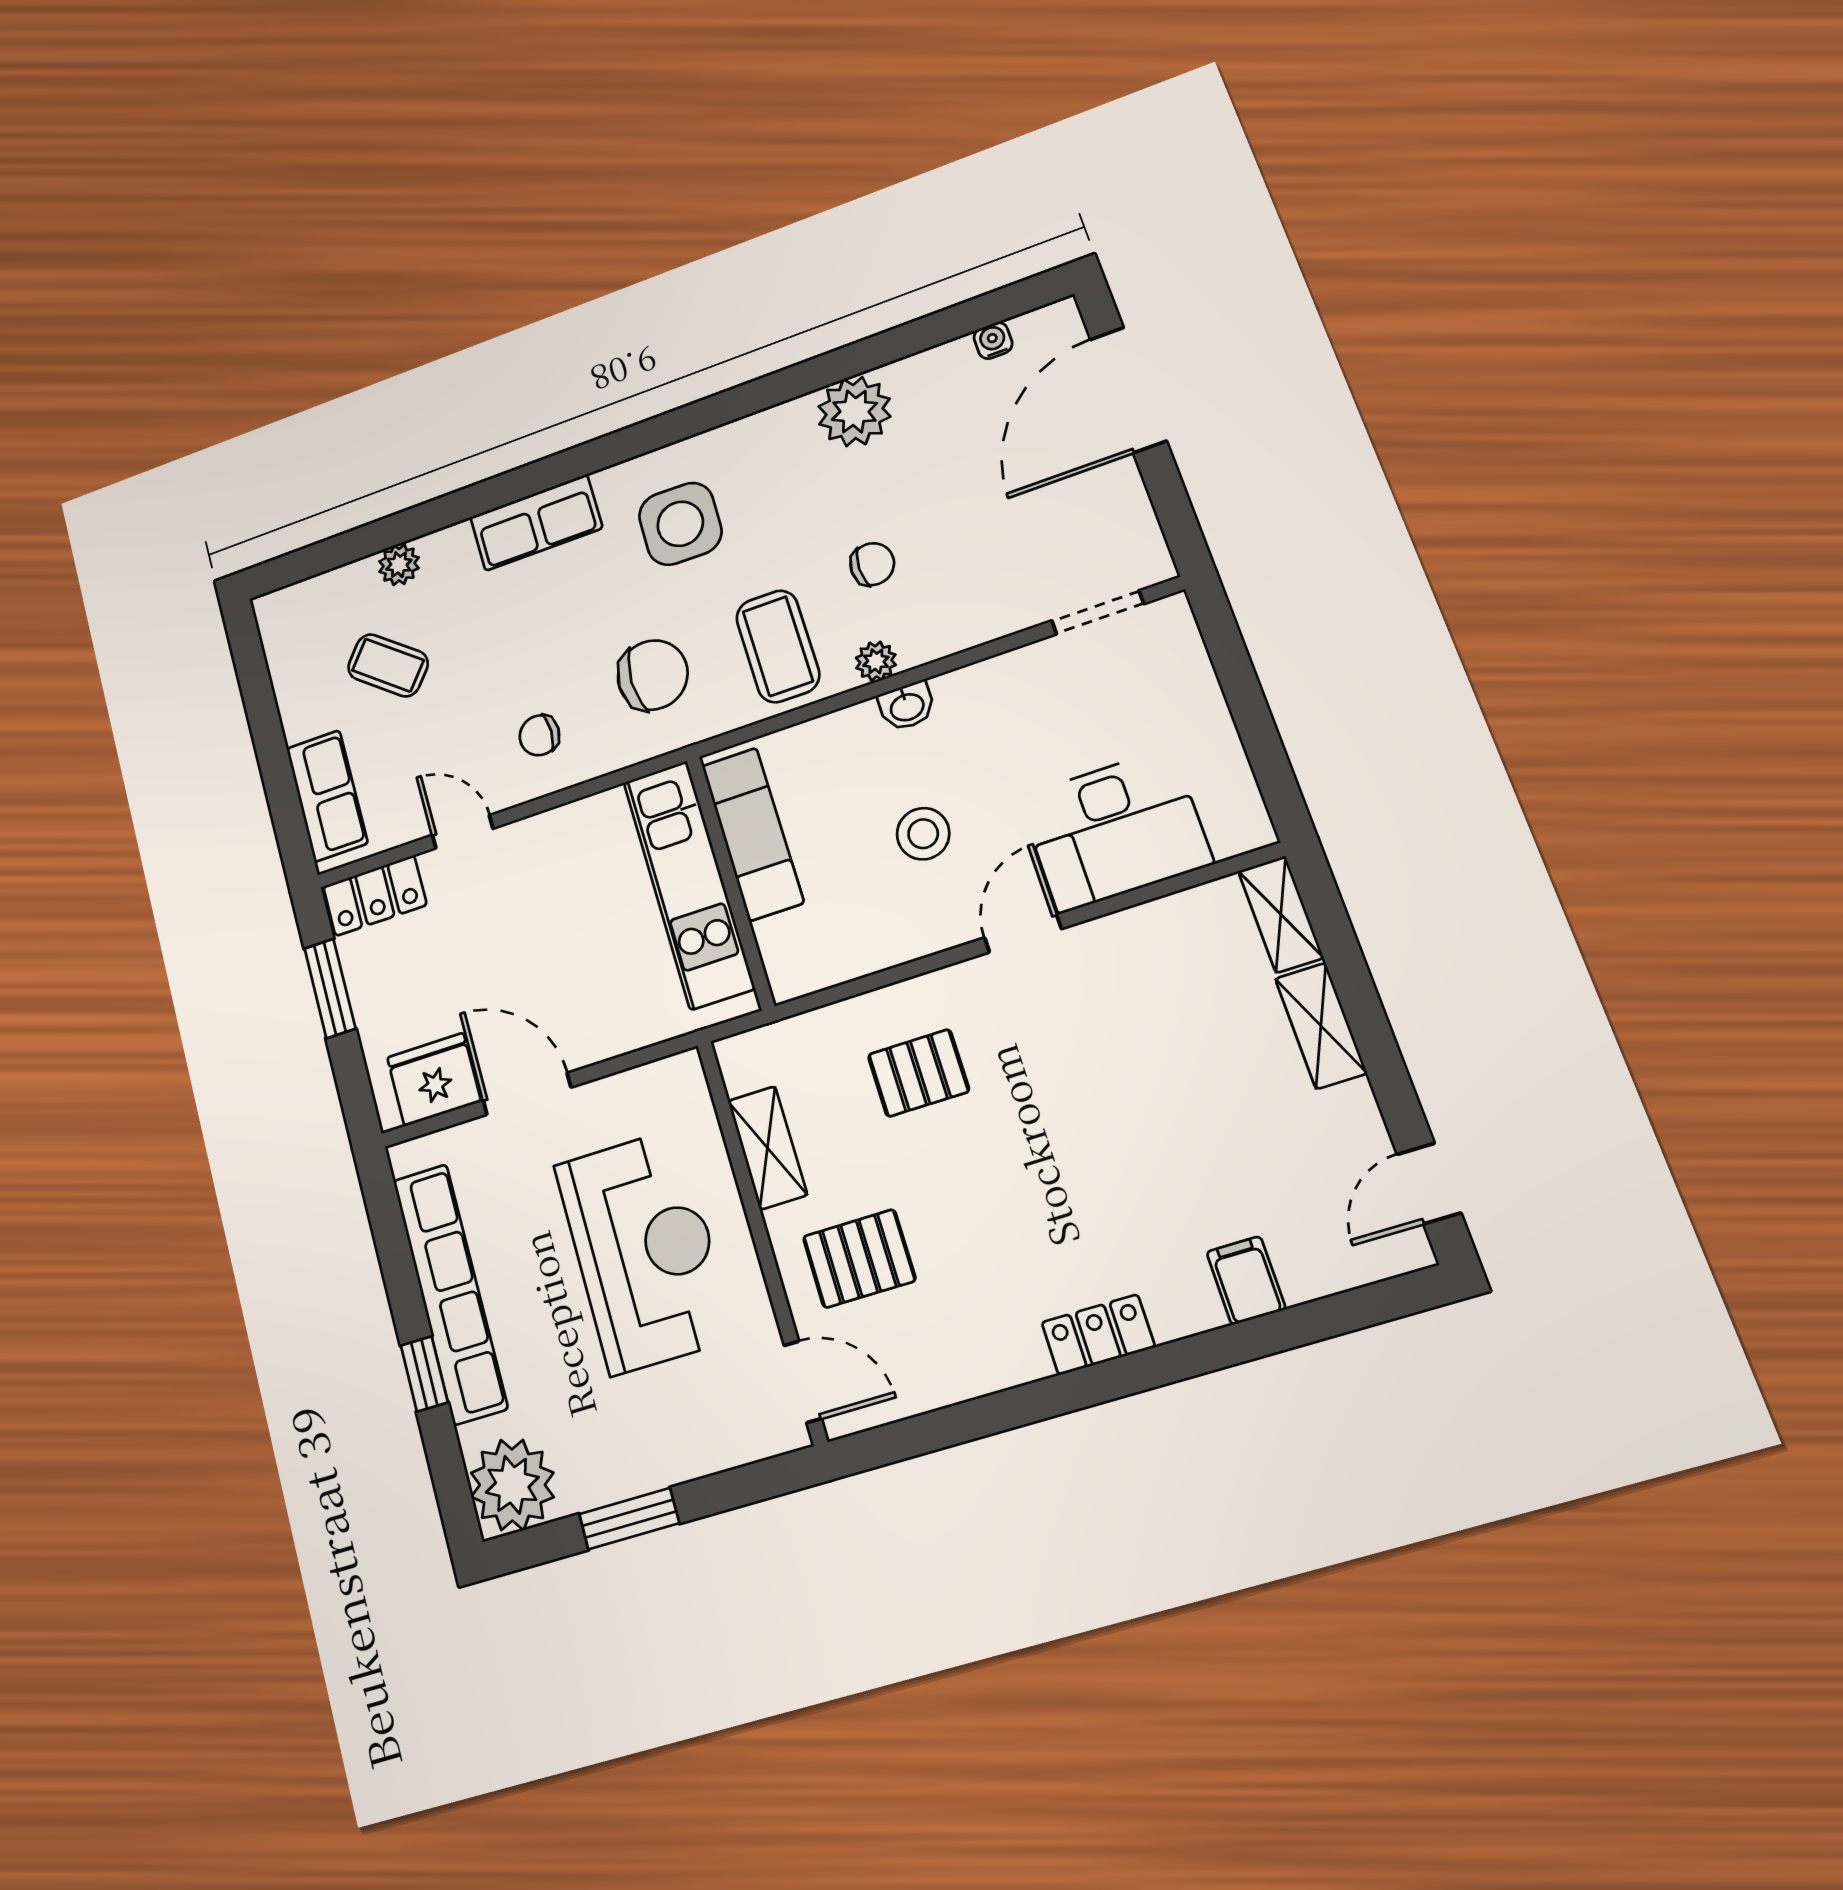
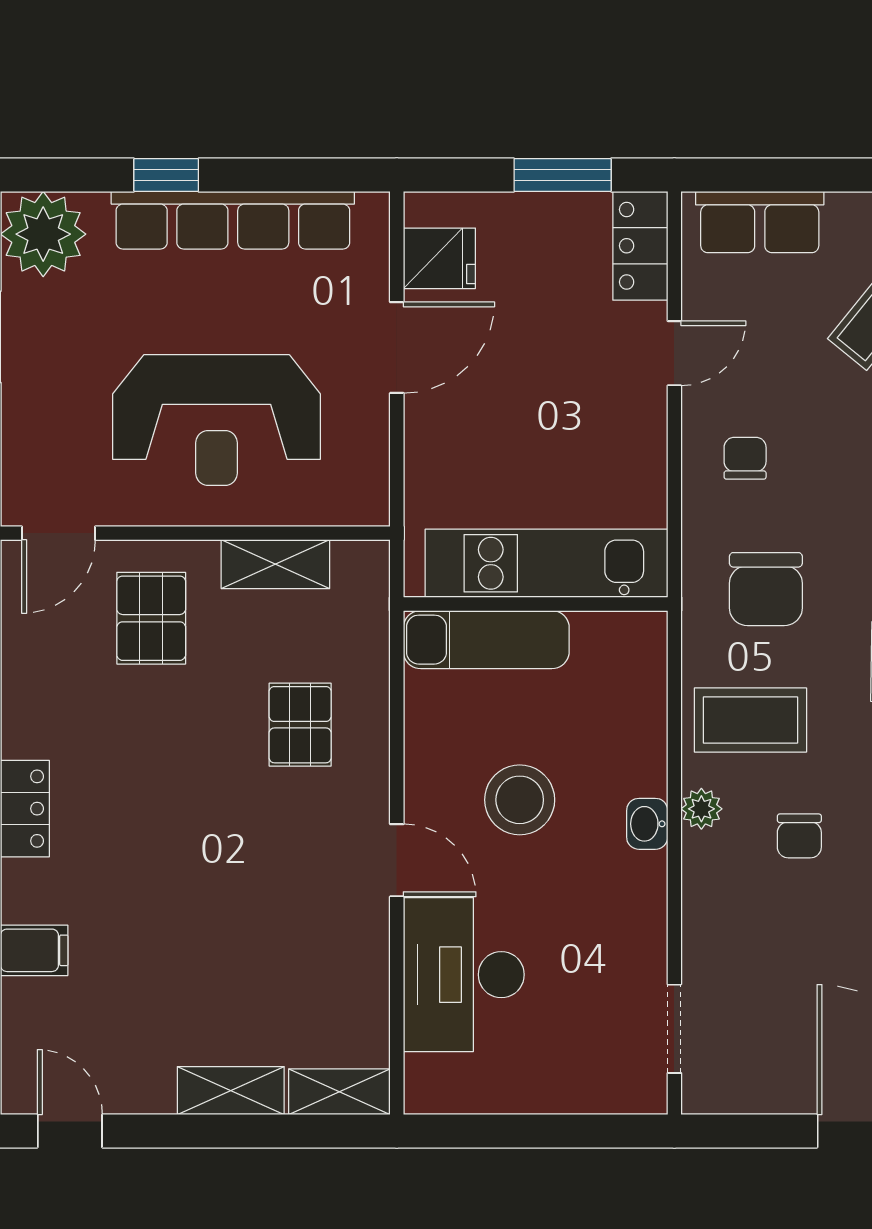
exam couch: (753, 834) -> (486, 640), moved
stool: (923, 834) -> (520, 800), width x1.38, depth x1.38
fridge: (434, 1079) -> (439, 258), width x0.72

